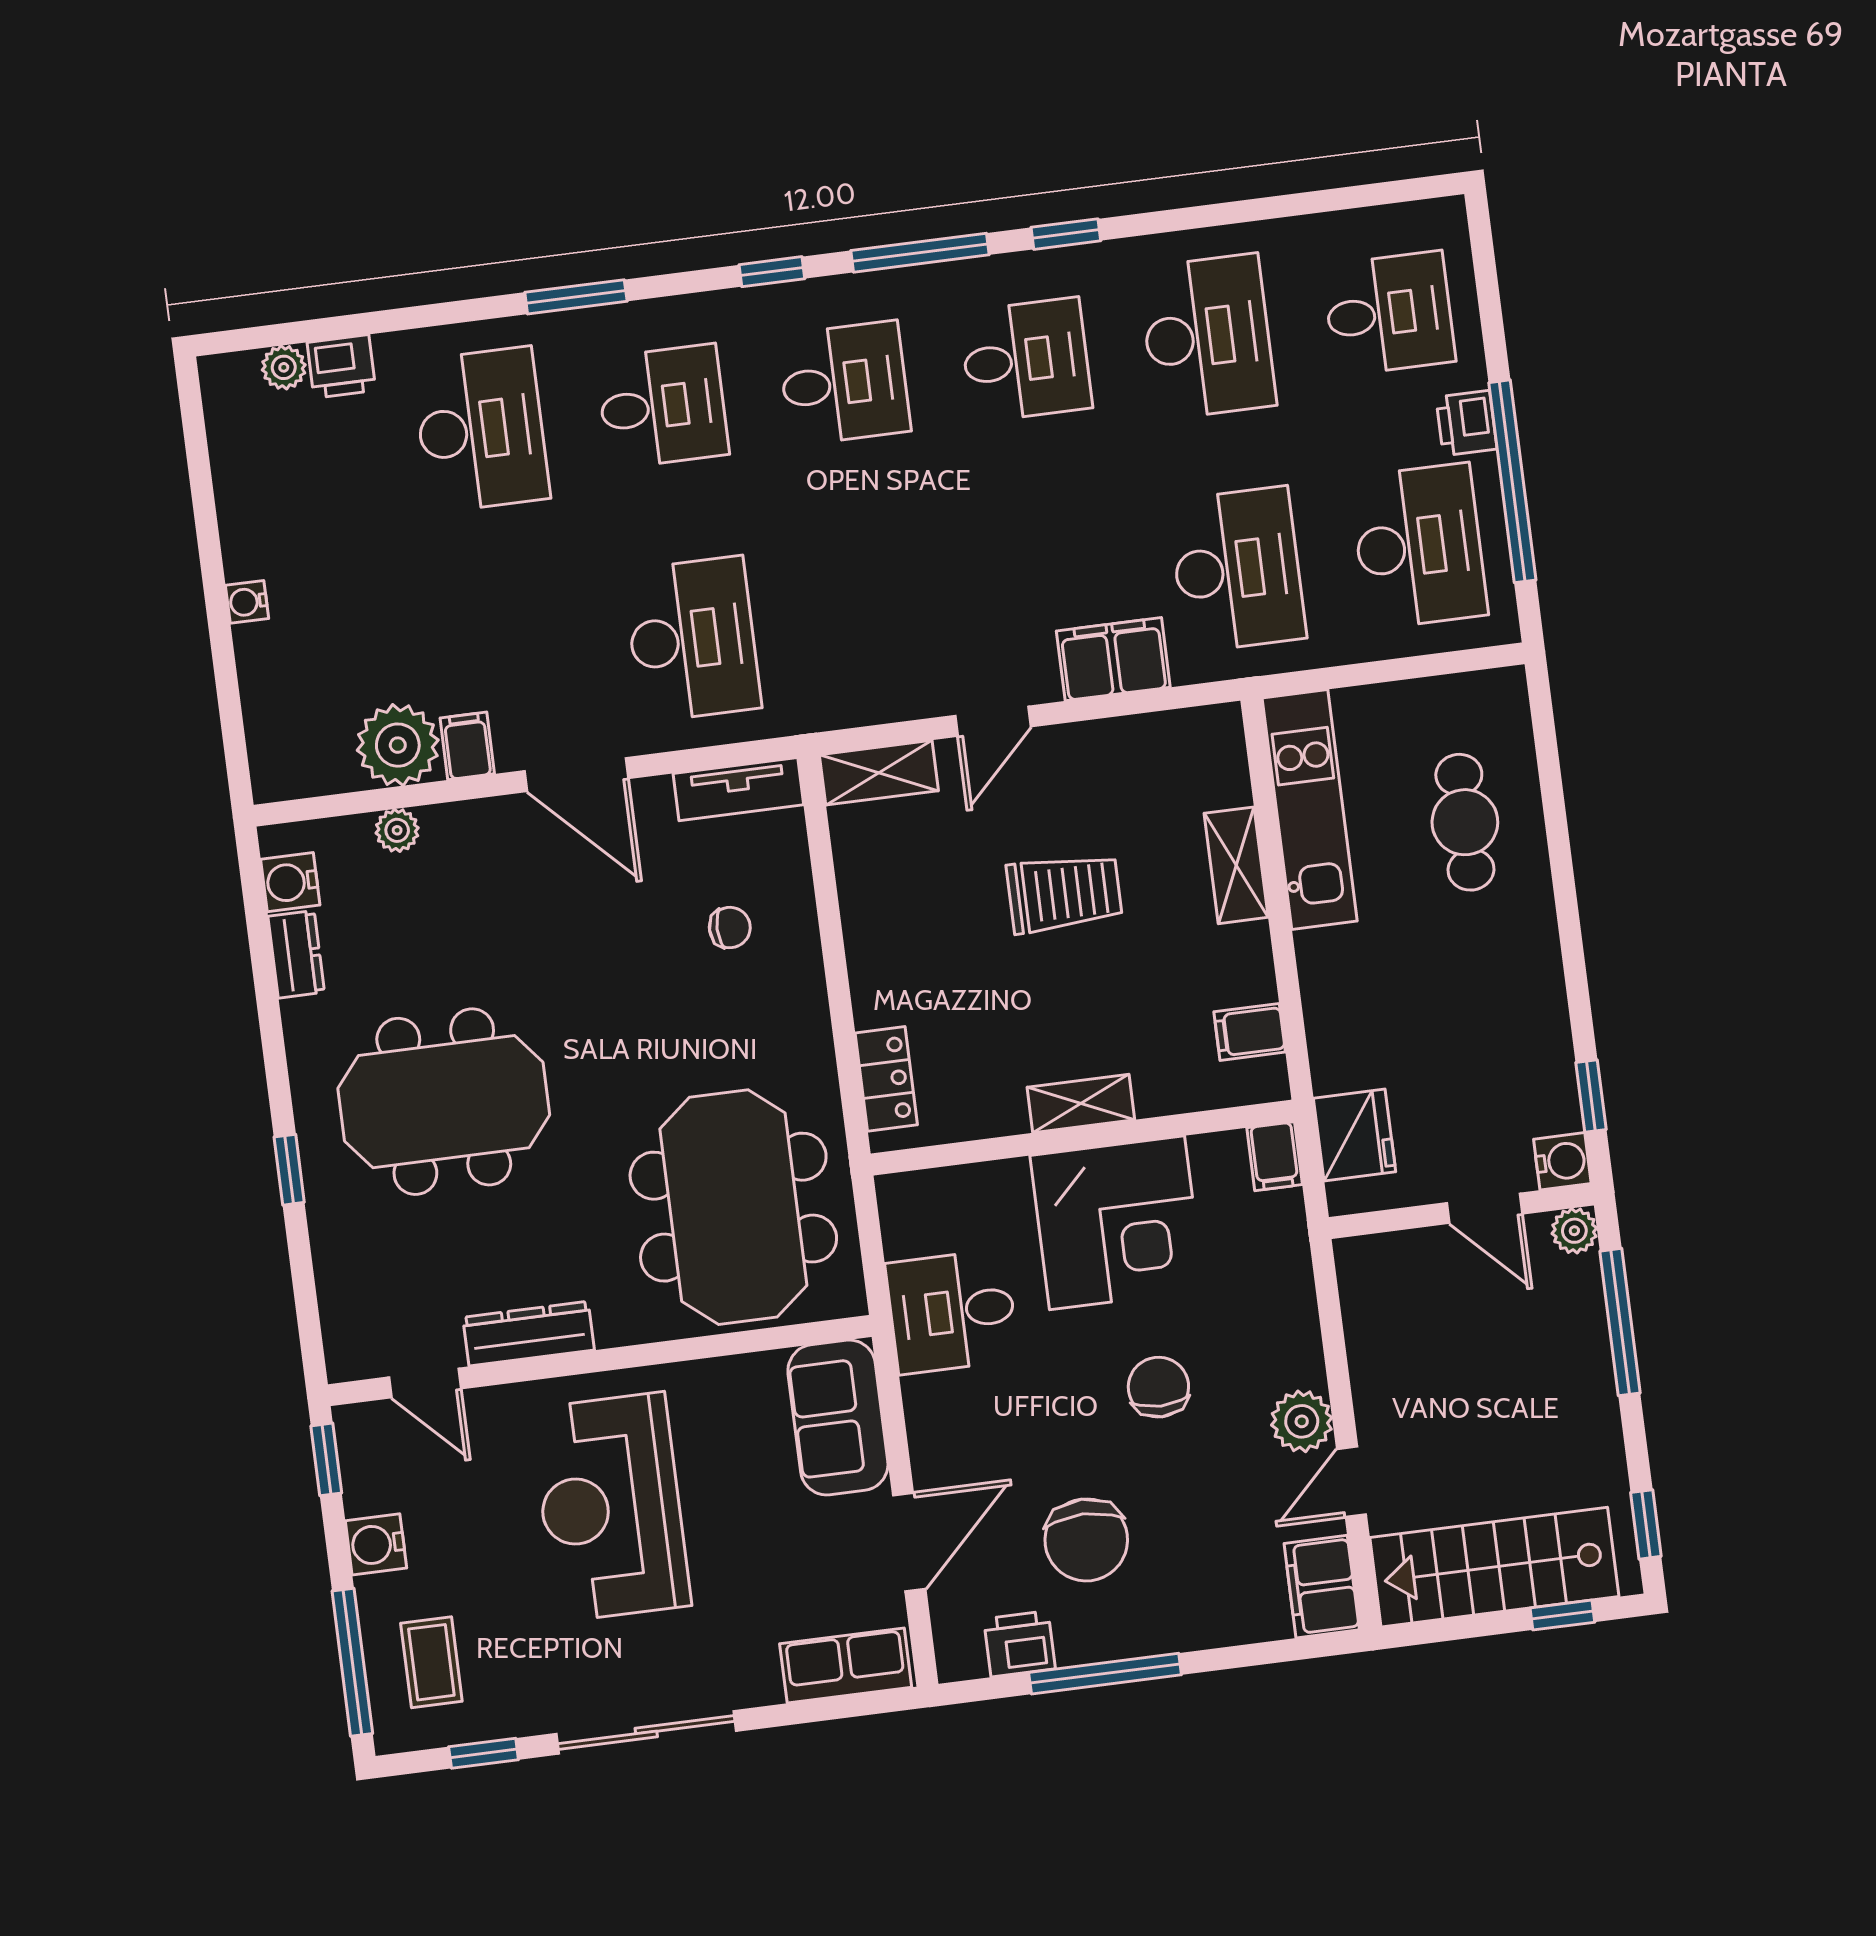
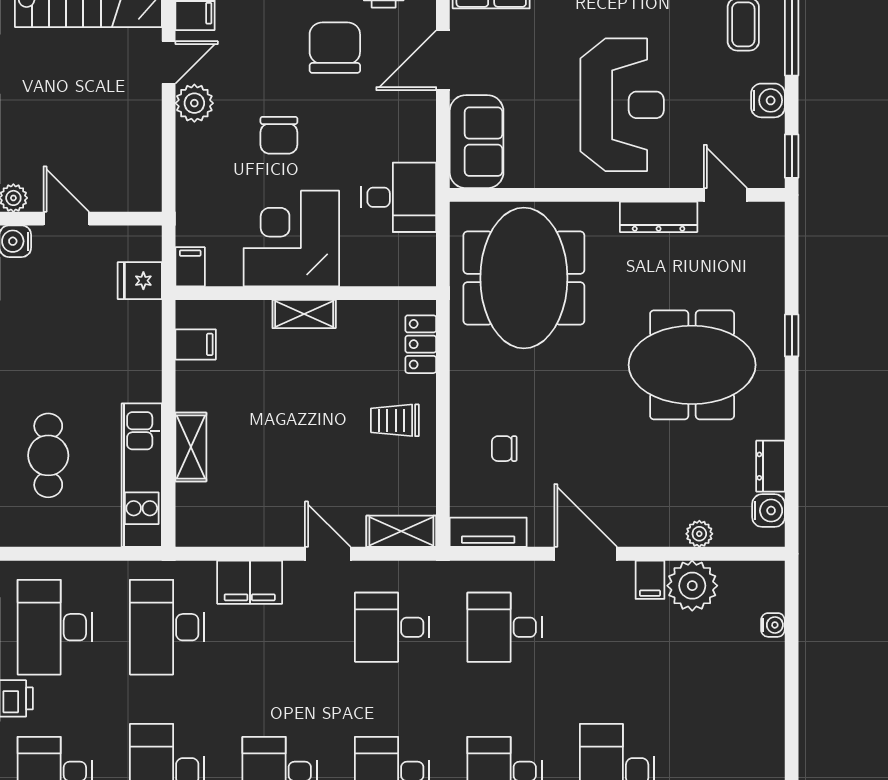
water cooler: (247, 602) -> (773, 625), moved
desk: (874, 616) -> (392, 627), added
desk: (692, 639) -> (505, 627), width x0.73
door: (993, 721) -> (328, 554), hinge flipped
trolley: (1064, 893) -> (395, 420), moved, width x0.73, depth x0.72
fridge: (1355, 1135) -> (140, 281), width x0.72

